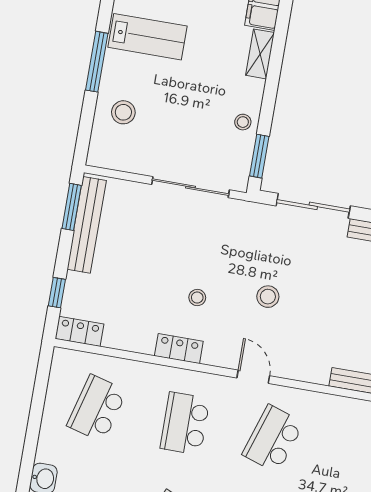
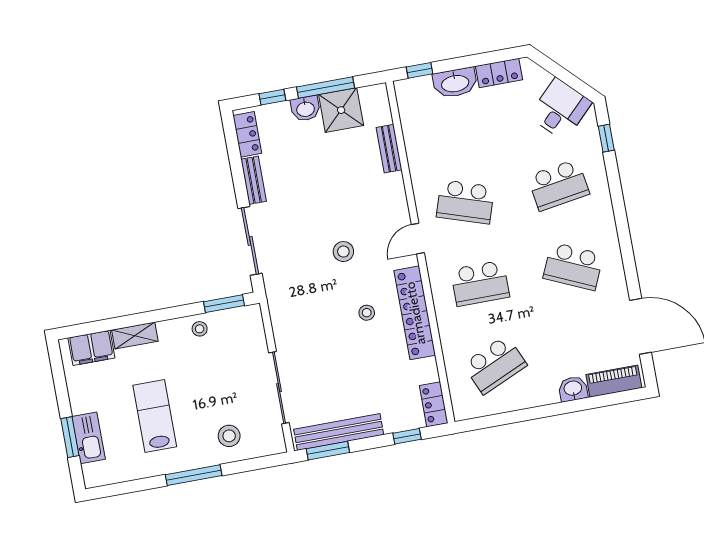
lab bench: (148, 37) -> (155, 416), moved
sliding door: (190, 187) -> (279, 388), moved
locker: (179, 349) -> (415, 313), width x2.16, depth x1.21
school desk: (97, 408) -> (495, 365), turned -39

